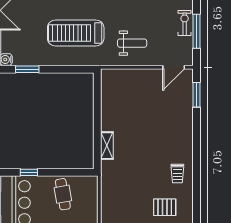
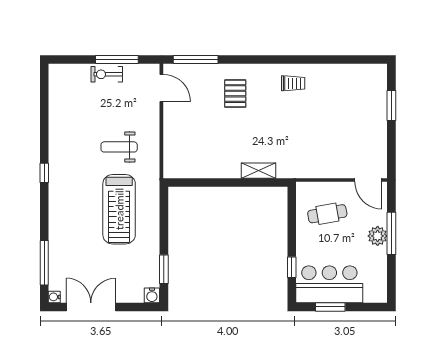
weight bench: (132, 43) -> (119, 147), moved, turned -90
window: (196, 95) -> (196, 60), width x1.44
cafe table: (63, 194) -> (327, 214), moved
pallet: (165, 207) -> (235, 94), moved

